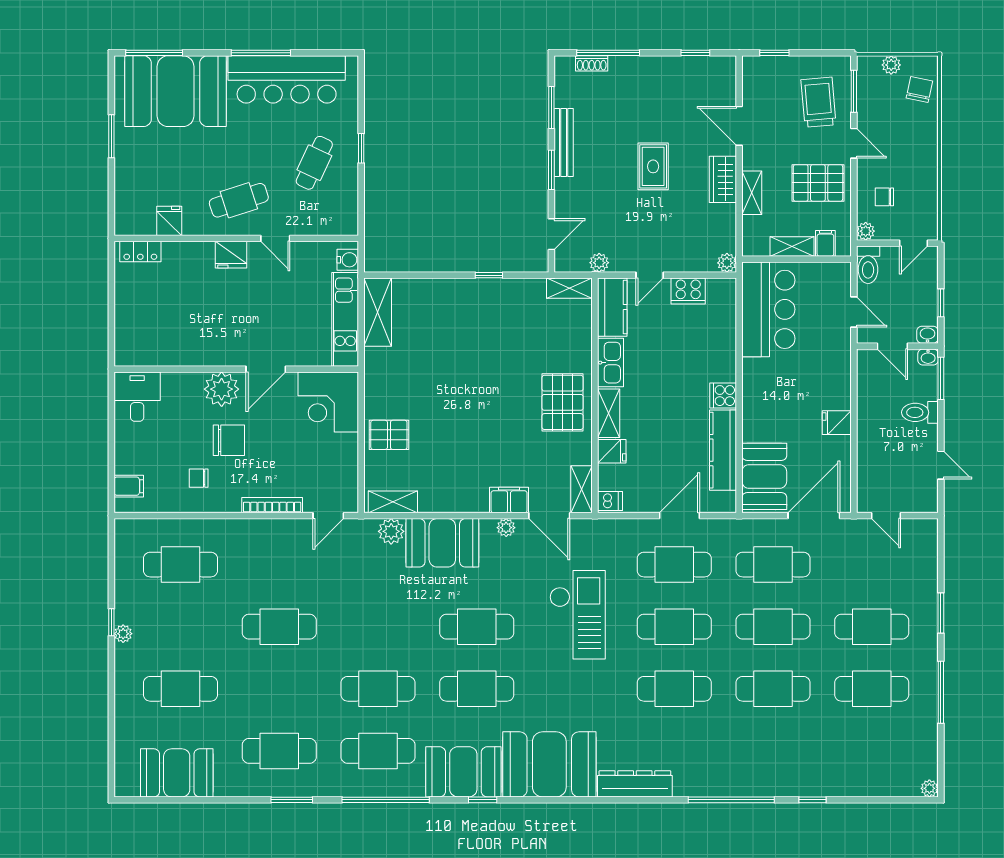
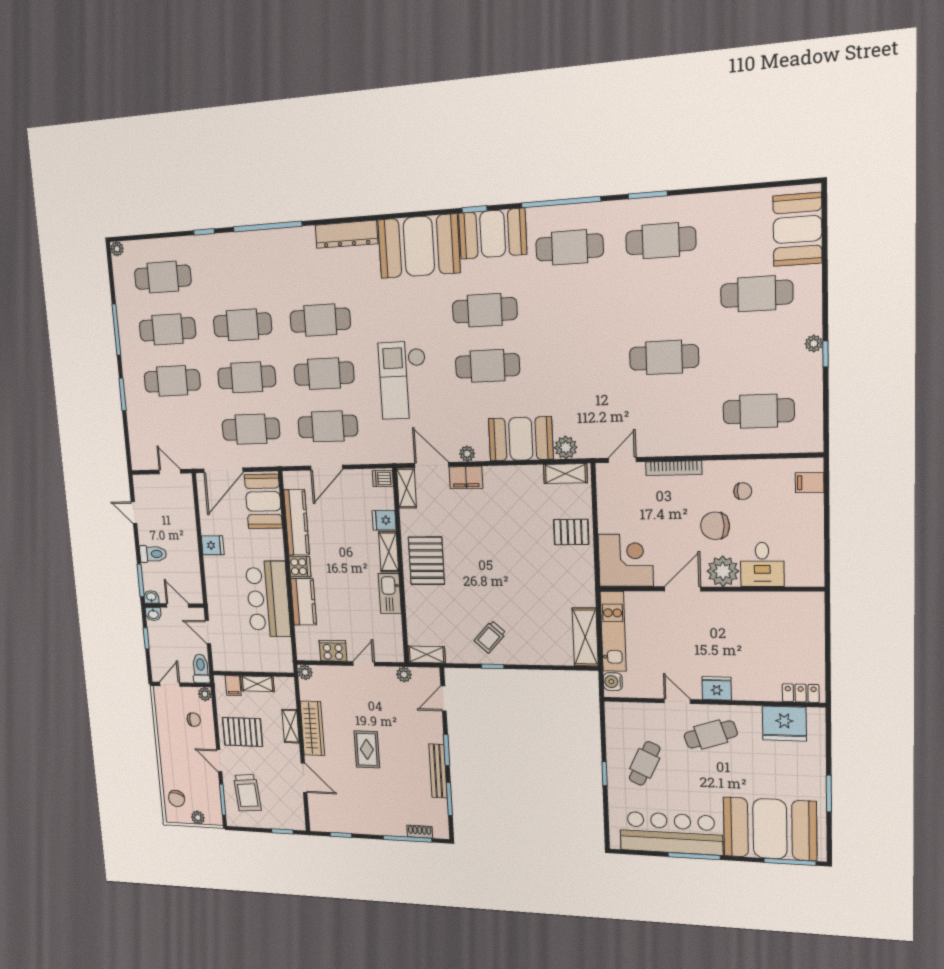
wardrobe: (723, 179) -> (312, 728), width x1.50
fridge: (169, 221) -> (784, 724), width x1.88, depth x1.34
kitchen counter: (612, 307) -> (304, 602), moved, turned 180
bar counter: (768, 309) -> (268, 599), moved
trolley: (490, 311) -> (490, 637), added
desk: (137, 397) -> (762, 565), moved
cafe table: (378, 689) -> (163, 277), moved
booth: (177, 773) -> (797, 229), moved, turned 90

